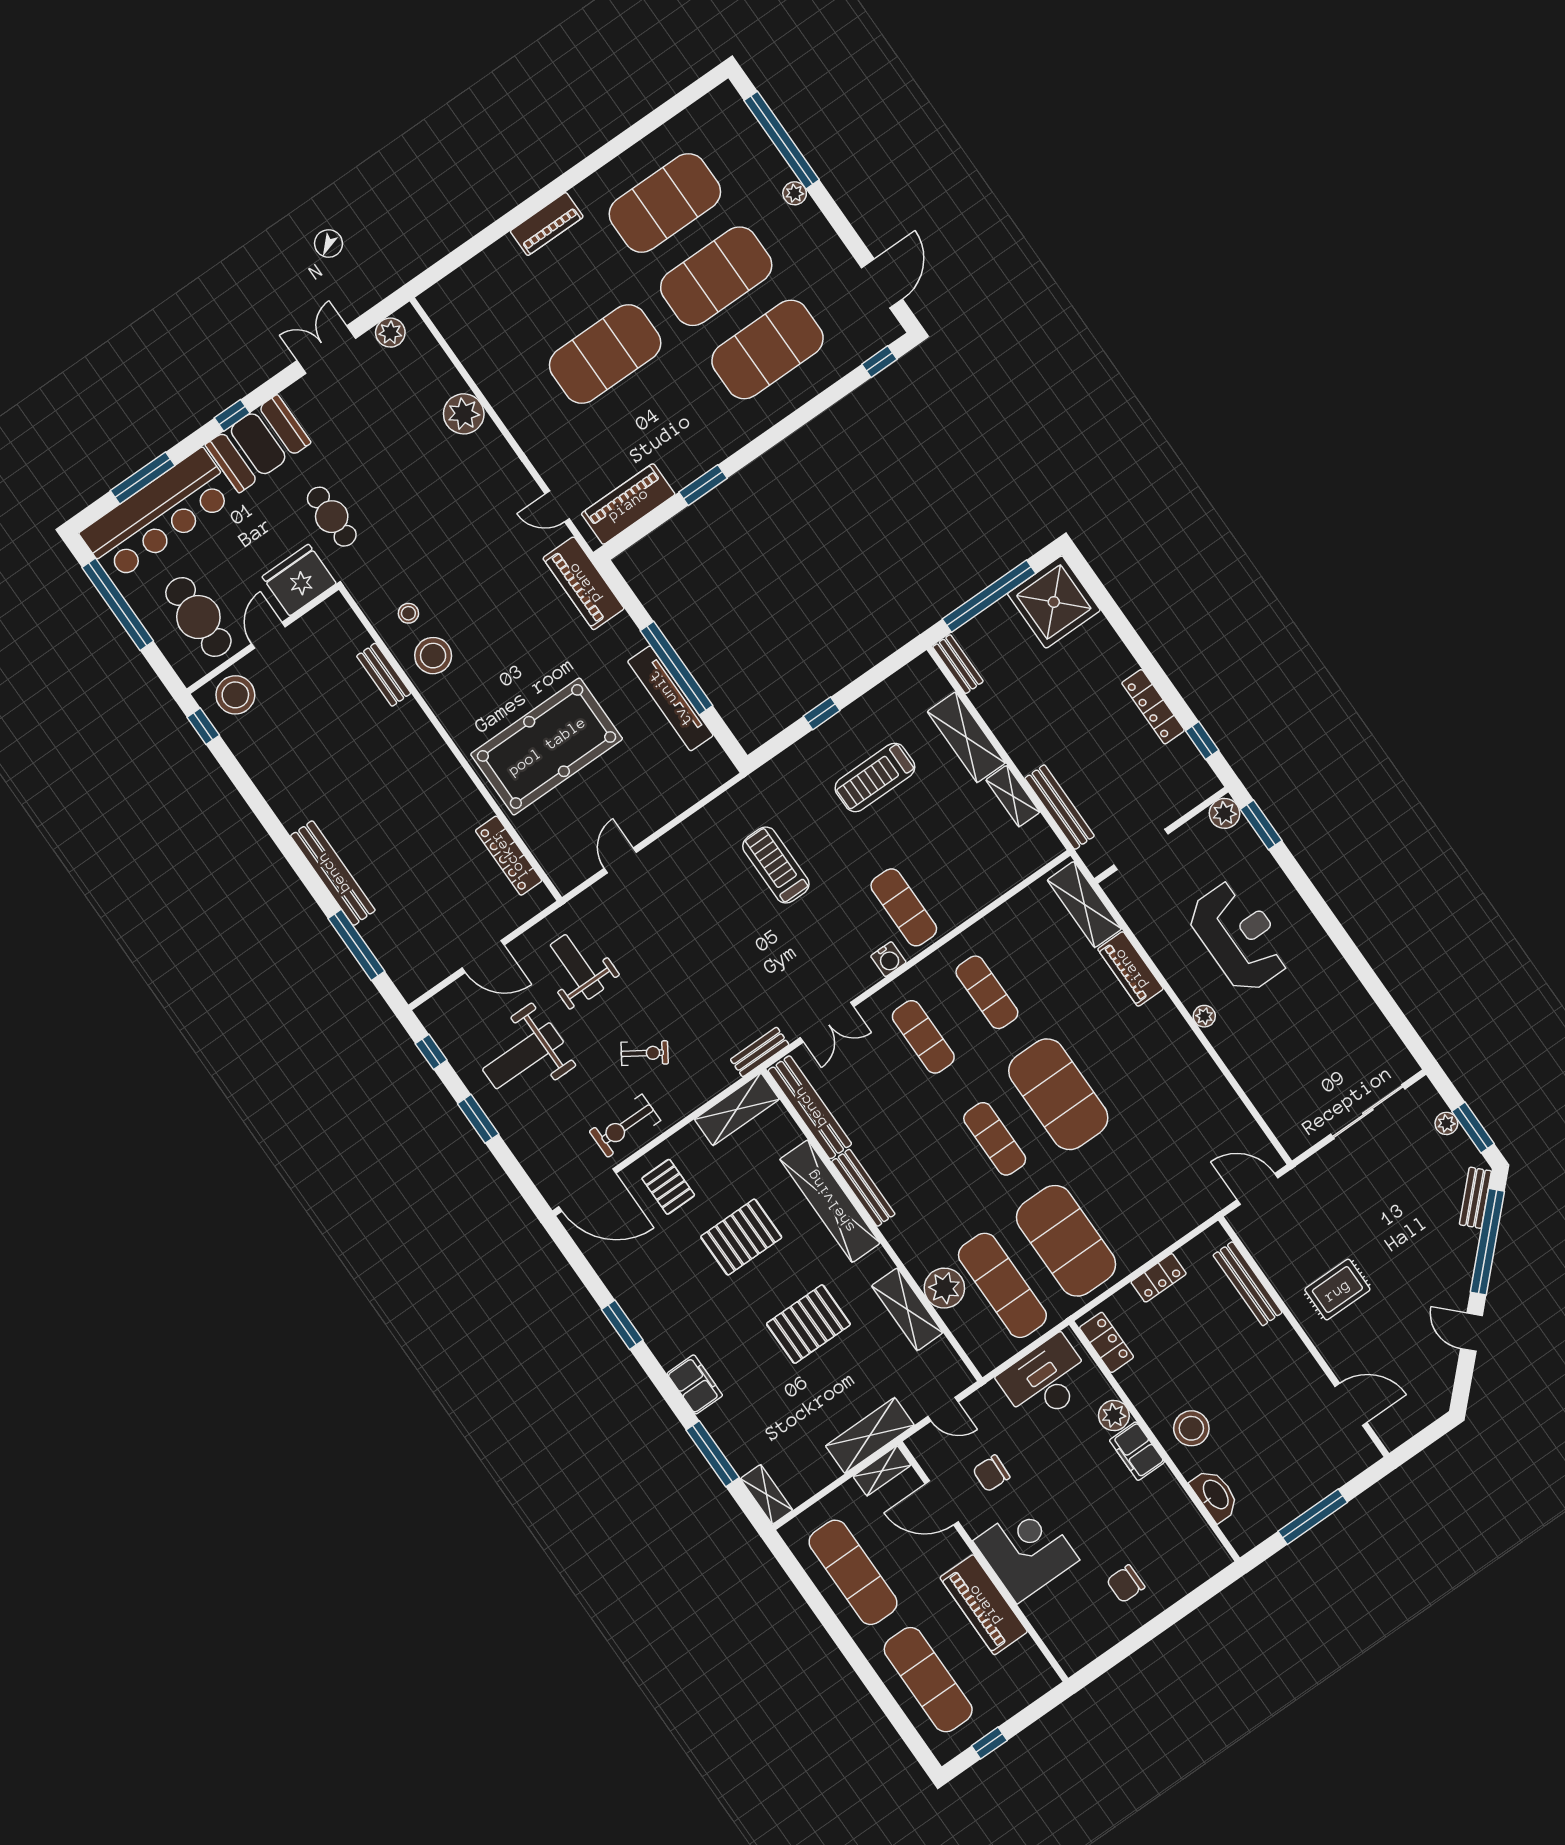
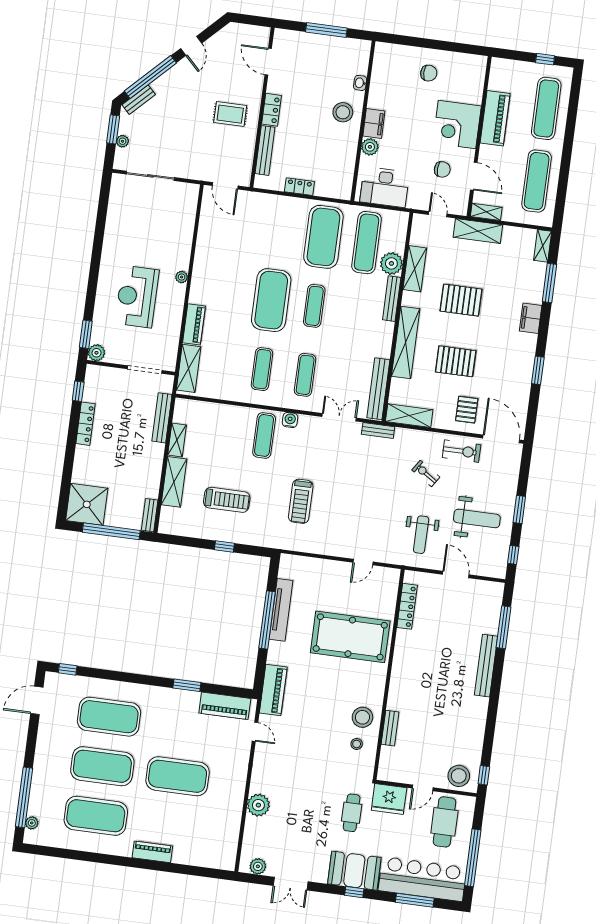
plant: (795, 193) -> (32, 823), moved
bench: (863, 1188) -> (392, 299), moved
locker: (1107, 1342) -> (272, 110), moved, turned 180
washbasin: (1215, 1495) -> (360, 83), width x0.52, depth x0.69

